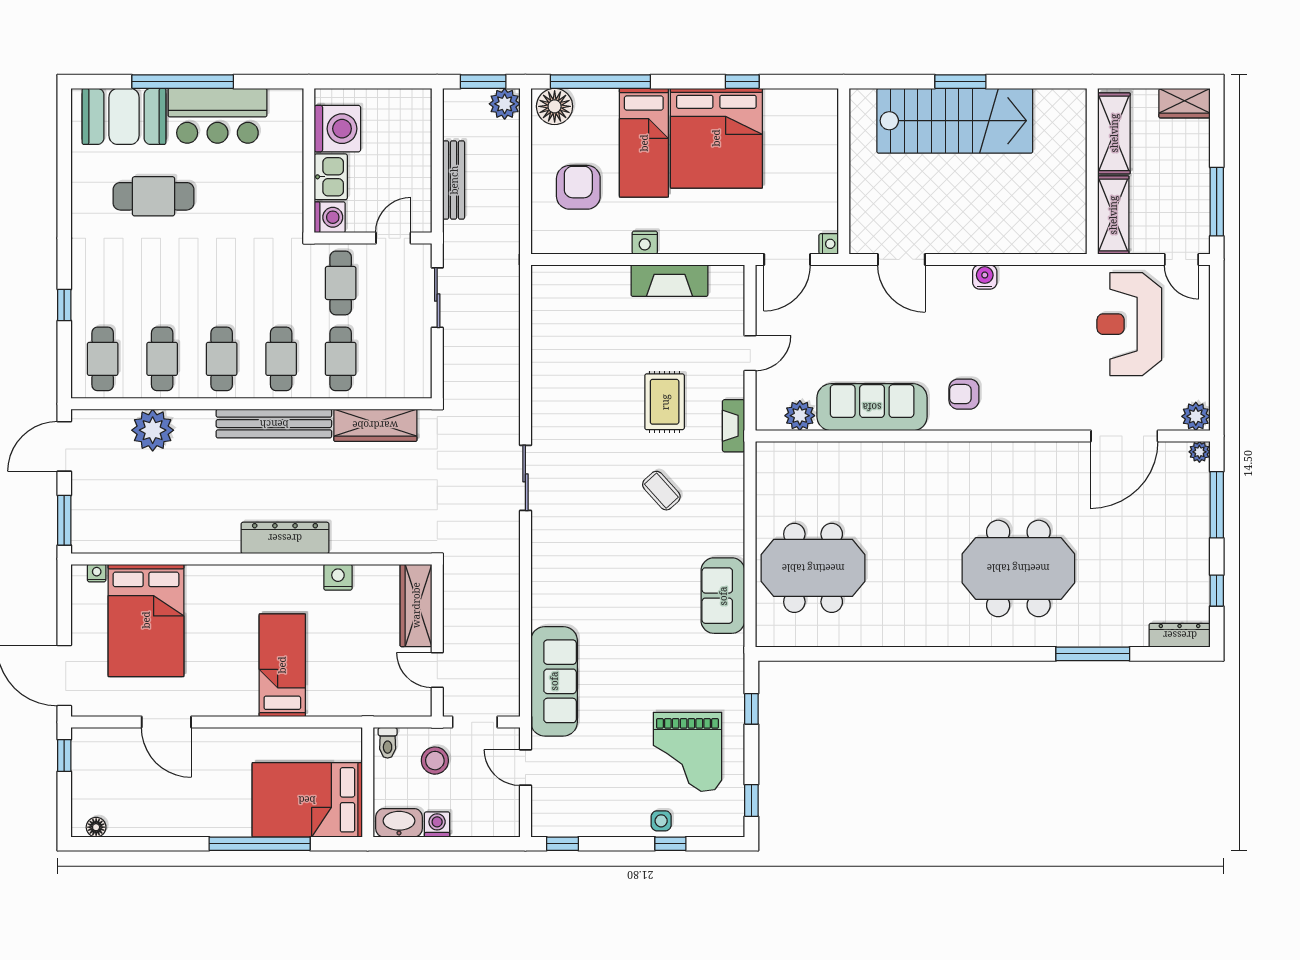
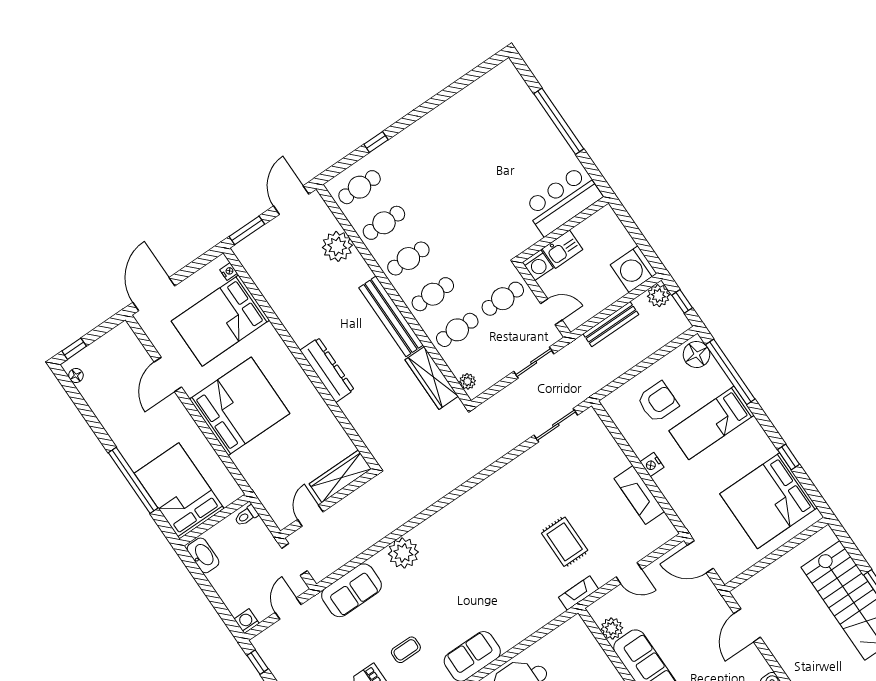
window: (483, 82) -> (682, 301), width x0.67
plant: (505, 104) -> (658, 296), moved
booth: (124, 116) -> (514, 100), removed
bar counter: (217, 116) -> (563, 201), moved, turned 90
washing machine: (337, 129) -> (634, 269), moved, turned 90
bed: (716, 138) -> (769, 501), moved
cafe table: (153, 196) -> (478, 151), removed
nightstand: (829, 244) -> (727, 575), removed
plant: (407, 387) -> (467, 381), added
rug: (665, 402) -> (565, 542), turned 90
door: (64, 446) -> (291, 200), hinge flipped
sliding door: (525, 478) -> (556, 425), moved
coffee table: (661, 491) -> (406, 650), moved, turned 42
nightstand: (338, 577) -> (325, 418), removed
plant: (552, 593) -> (403, 553), added
bed: (282, 665) -> (240, 406), width x2.04
sofa: (554, 681) -> (352, 590), width x0.73
window: (64, 755) -> (74, 349), moved
stool: (435, 761) -> (255, 551), removed
washing machine: (437, 824) -> (247, 621), moved, turned -90

